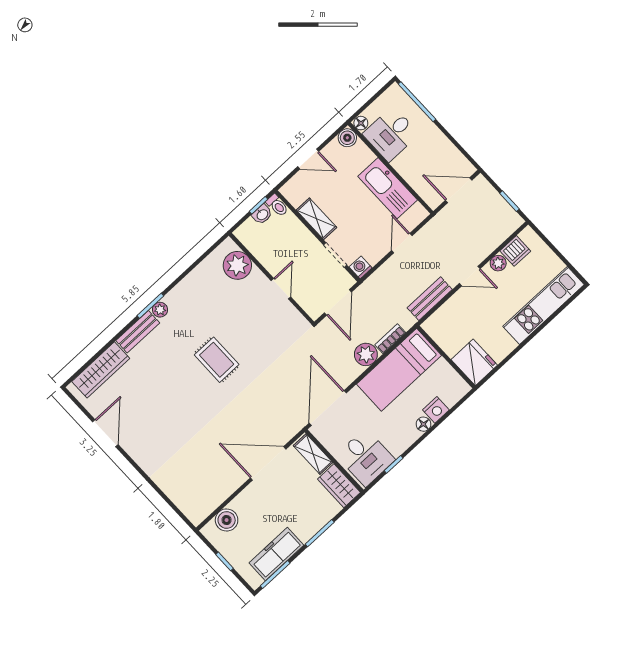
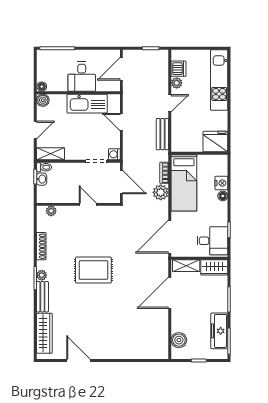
desk: (391, 134) -> (82, 77), moved
shelving: (316, 219) -> (50, 154), moved
plant: (237, 265) -> (51, 211), width x0.53, depth x0.53
shoe rack: (190, 280) -> (41, 246), added
rug: (217, 360) -> (93, 270), width x1.36, depth x1.43
door: (328, 408) -> (170, 237), hinge flipped

